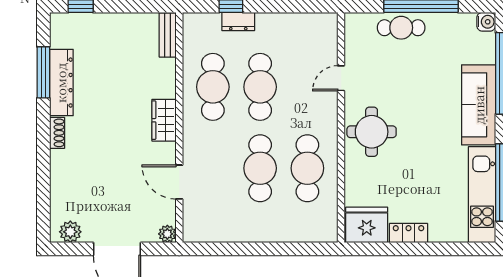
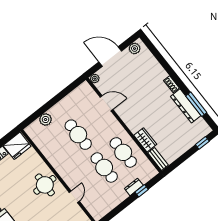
wardrobe: (164, 120) -> (145, 140), moved
cafe table: (307, 168) -> (59, 150), removed
plant: (292, 231) -> (46, 120), added

